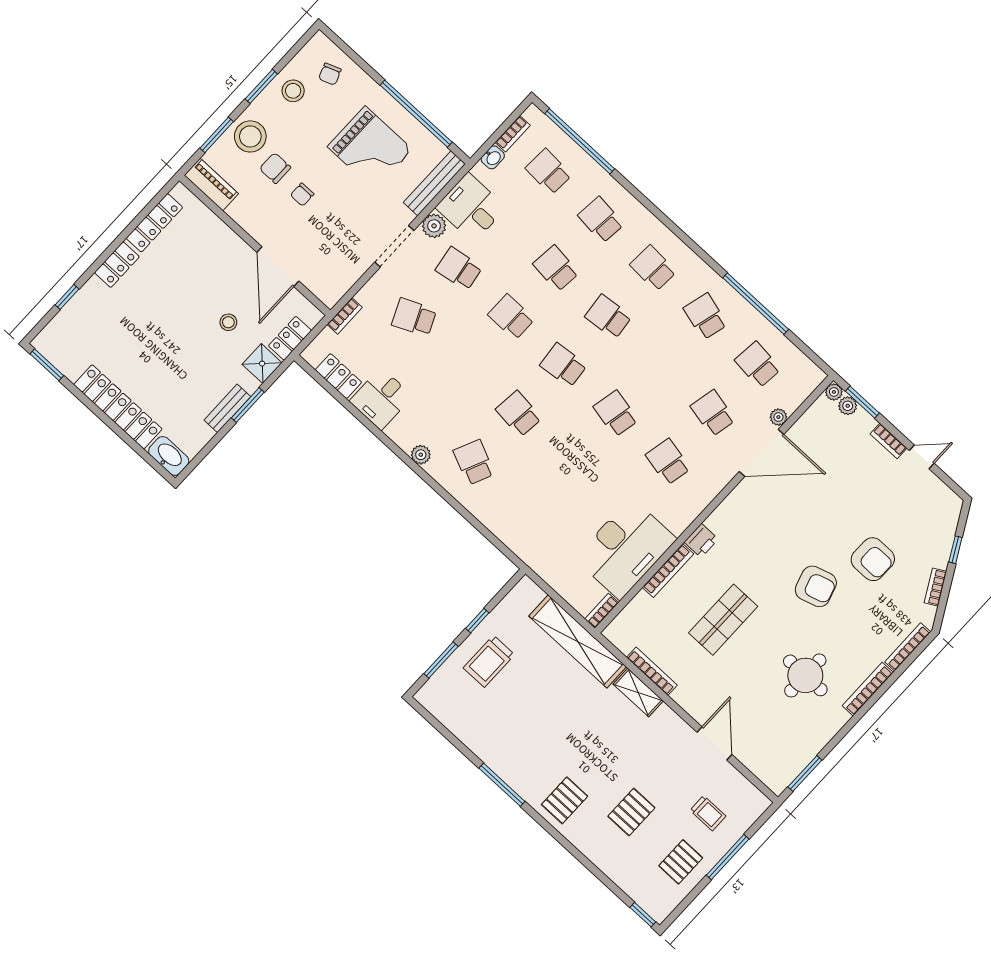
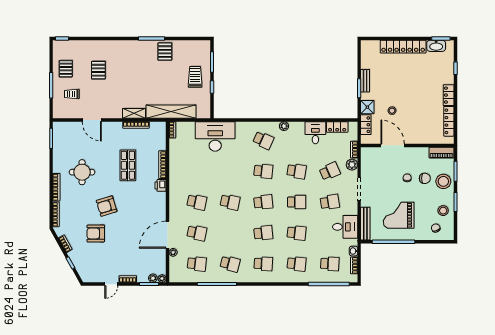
plant: (434, 226) -> (352, 165), moved
school desk: (466, 366) -> (297, 171), added
washbasin: (169, 456) -> (436, 46), moved
desk: (625, 549) -> (215, 136), moved, turned 90
pallet: (565, 800) -> (165, 52), moved

